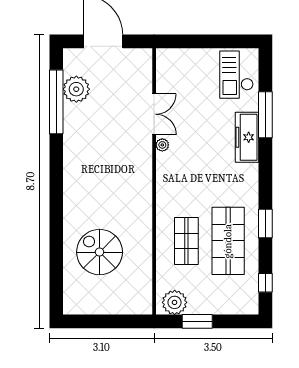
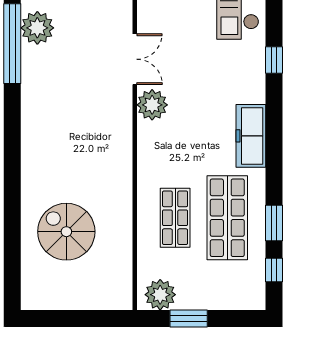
window: (265, 115) -> (274, 60), width x0.46
freezer: (247, 137) -> (251, 136), moved
plant: (162, 145) -> (152, 105), width x1.88, depth x1.88
window: (265, 223) -> (274, 223), moved

